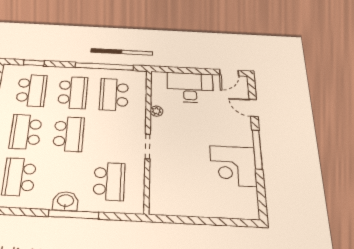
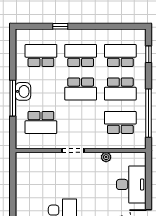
school desk: (32, 90) -> (120, 55), turned 180

